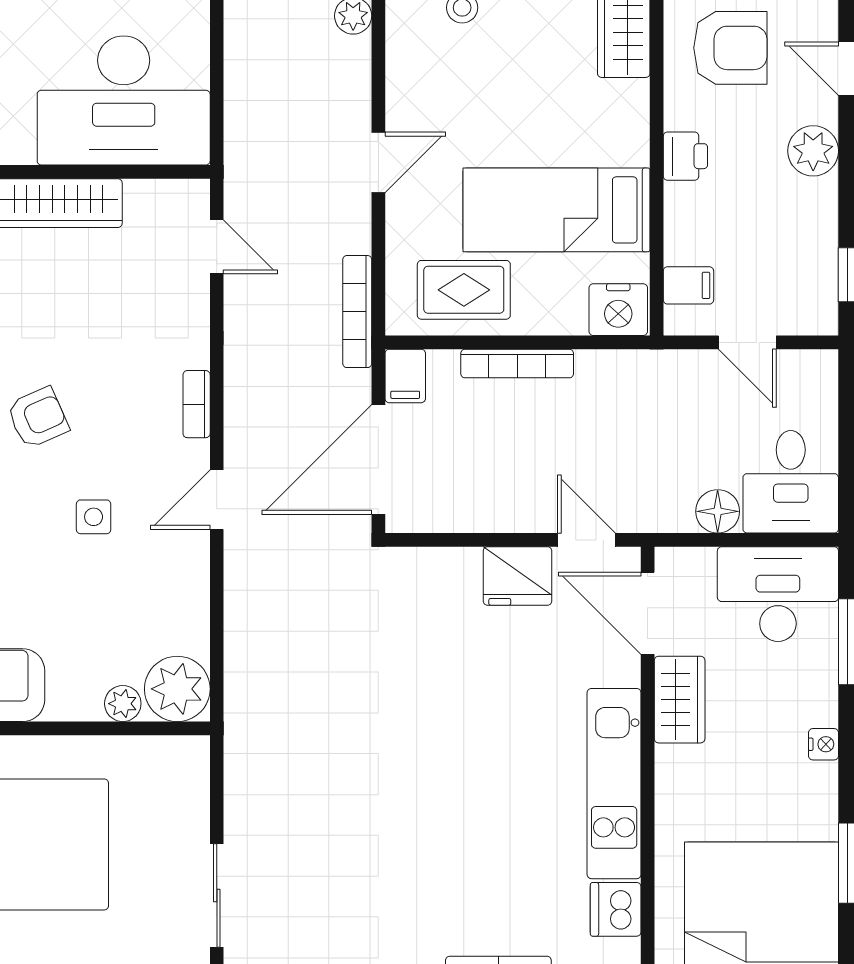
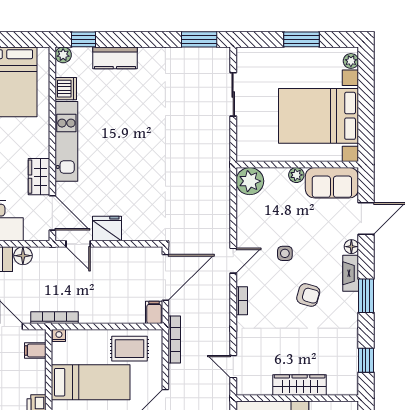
nightstand: (618, 310) -> (59, 335), width x0.53, depth x0.56
bookcase: (517, 364) -> (55, 318), moved
armchair: (38, 418) -> (308, 295), turned -140
plant: (123, 704) -> (296, 175), moved

